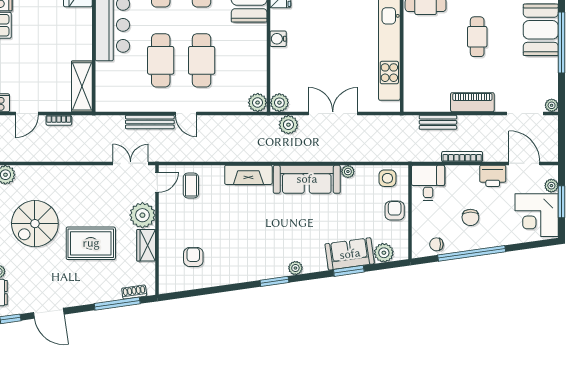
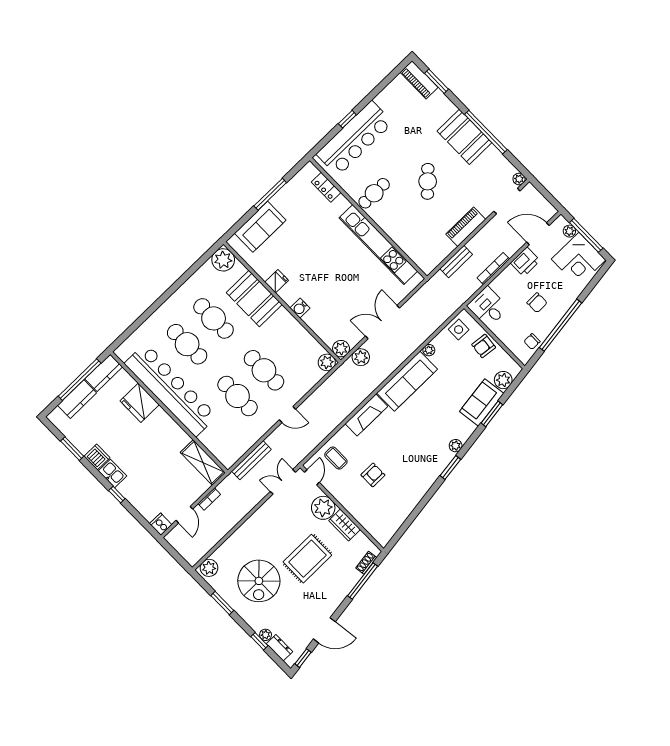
cafe table: (477, 37) -> (428, 181), turned 45
bench: (150, 122) -> (251, 460), moved
window: (561, 202) -> (586, 235), width x1.44
armchair: (395, 211) -> (484, 346), turned -84
armchair: (193, 257) -> (373, 475), moved, turned 90

